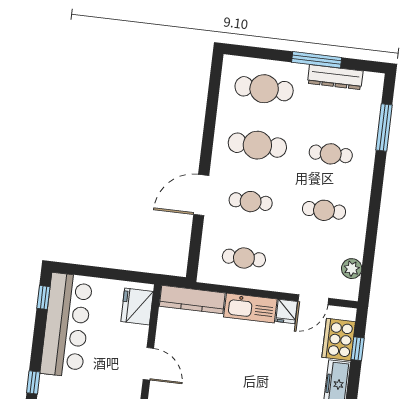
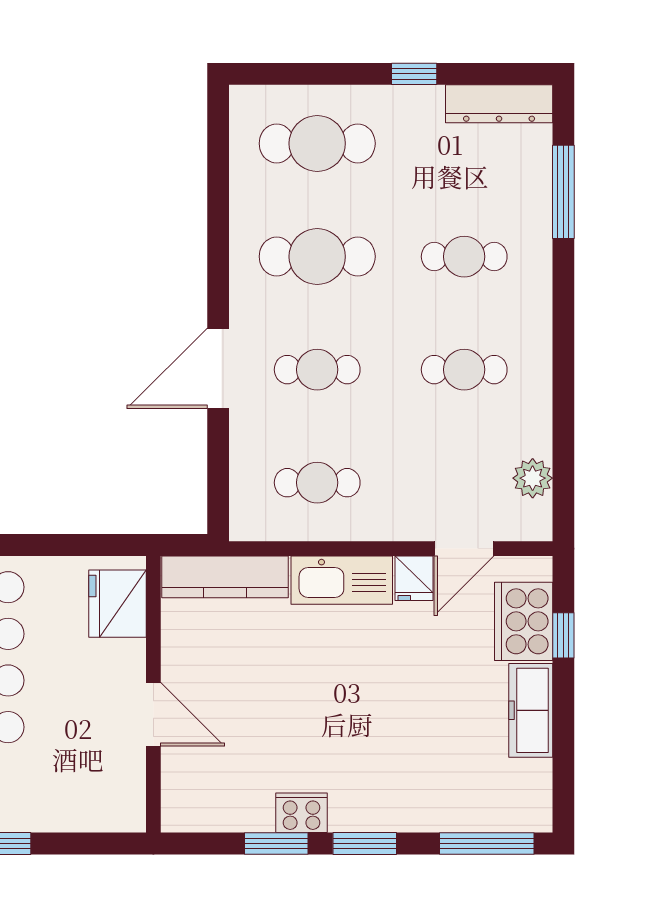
window: (317, 60) -> (414, 74), width x0.46
dresser: (335, 77) -> (499, 104), moved

